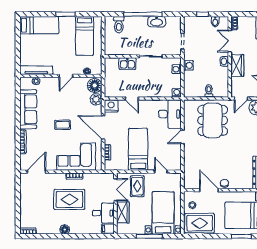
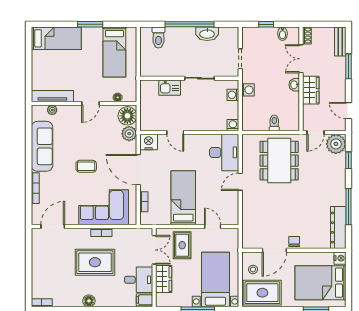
door: (209, 190) -> (274, 250), swing flipped

